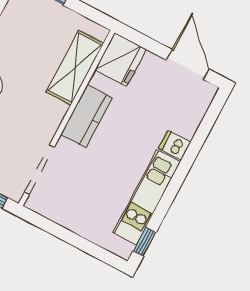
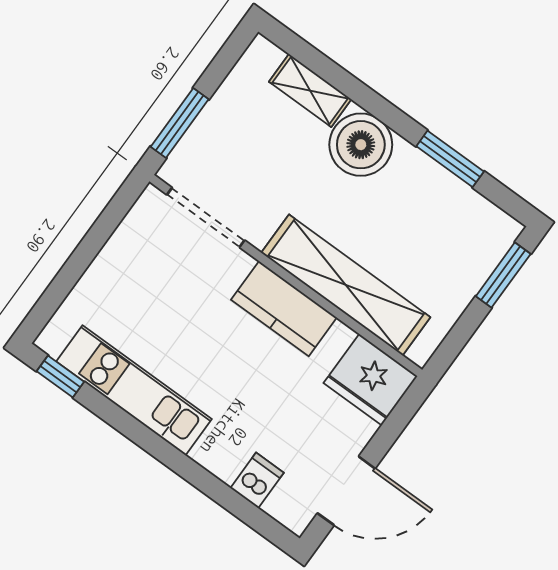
shelving: (75, 68) -> (346, 285), width x1.47
dishwasher: (174, 145) -> (257, 480), moved

